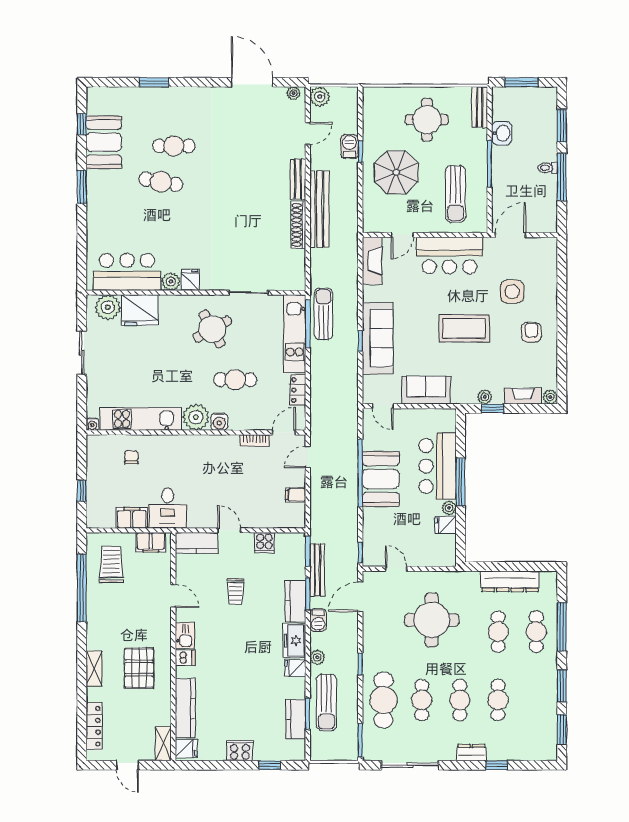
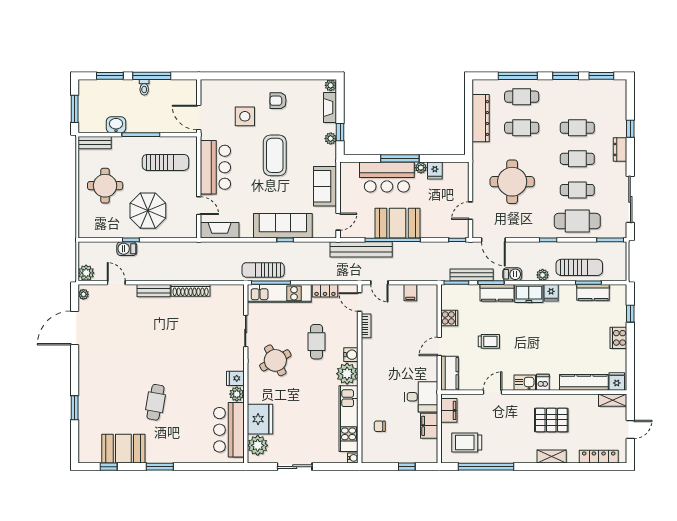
cafe table: (174, 146) -> (126, 392), removed
bench: (319, 209) -> (361, 249), moved

